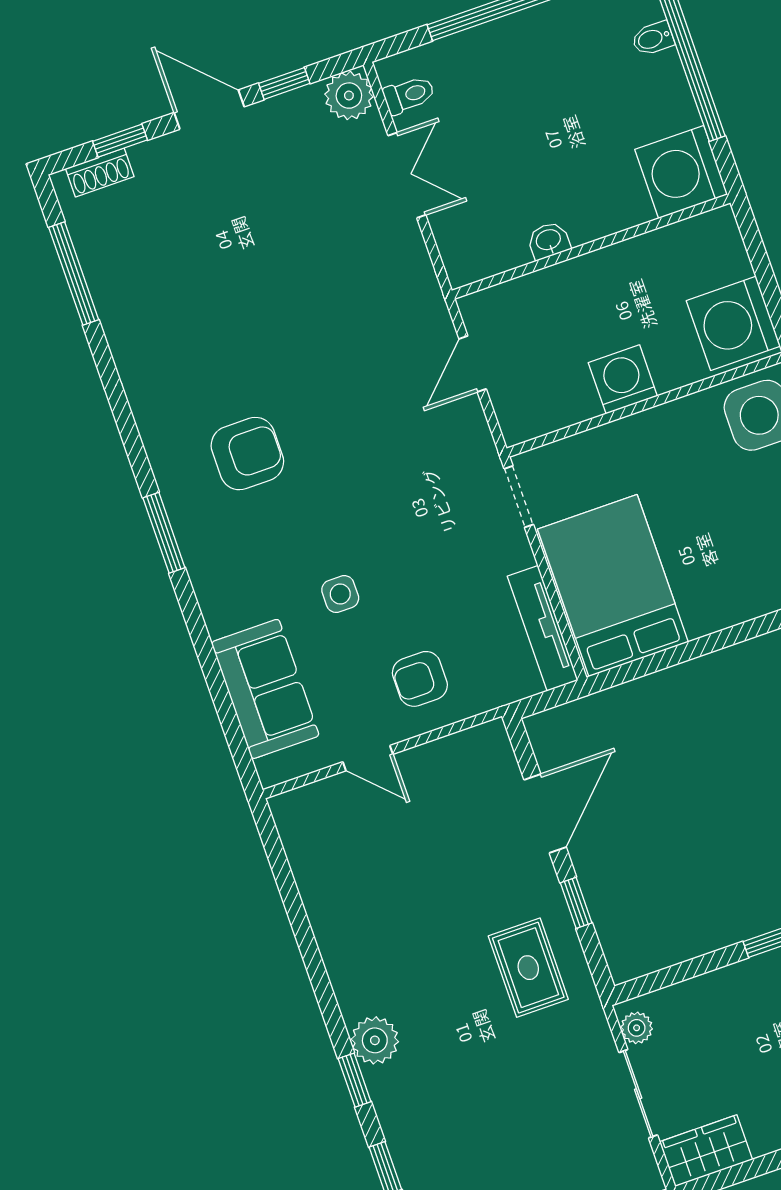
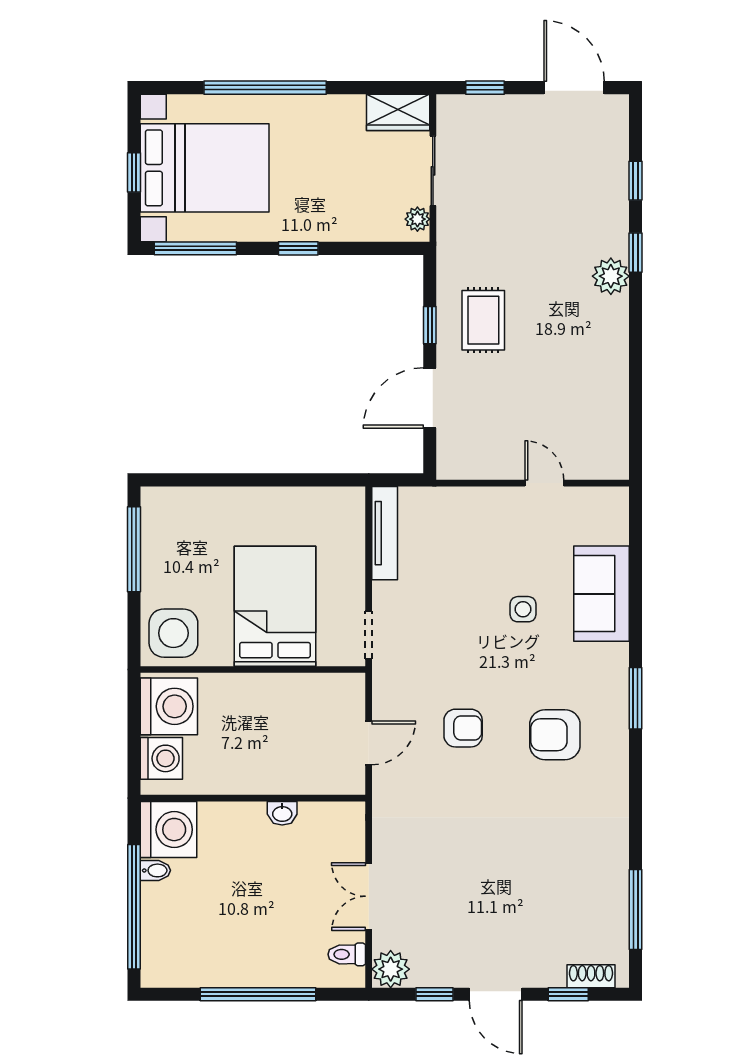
bidet: (653, 38) -> (155, 870), moved
washing machine: (623, 379) -> (161, 758), moved, turned -90
bed: (613, 586) -> (275, 606), moved, turned 180
armchair: (420, 679) -> (463, 728), moved
sofa: (265, 689) -> (601, 594), moved
rug: (528, 968) -> (483, 320), moved

